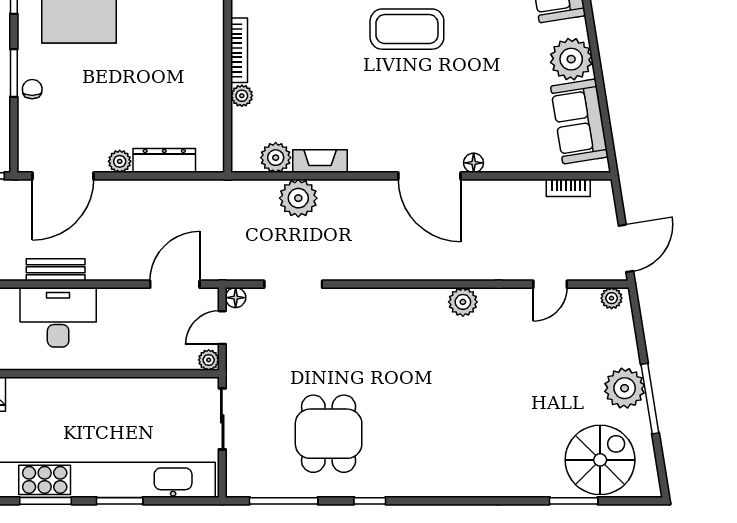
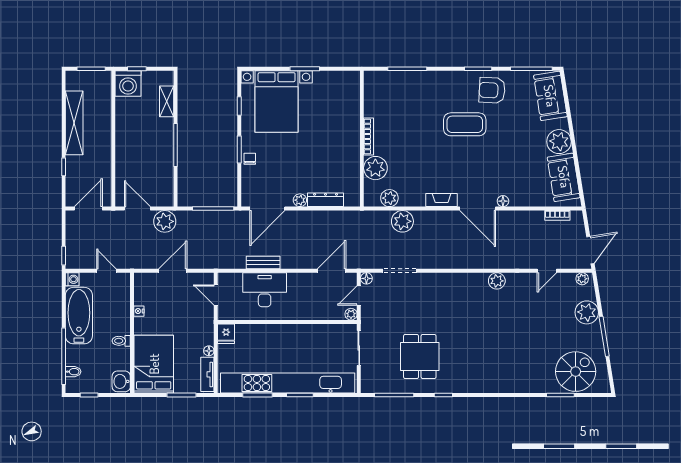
plant: (242, 96) -> (375, 168), width x1.88, depth x1.88
fireplace: (320, 161) -> (442, 200), moved
plant: (625, 388) -> (587, 312), moved

